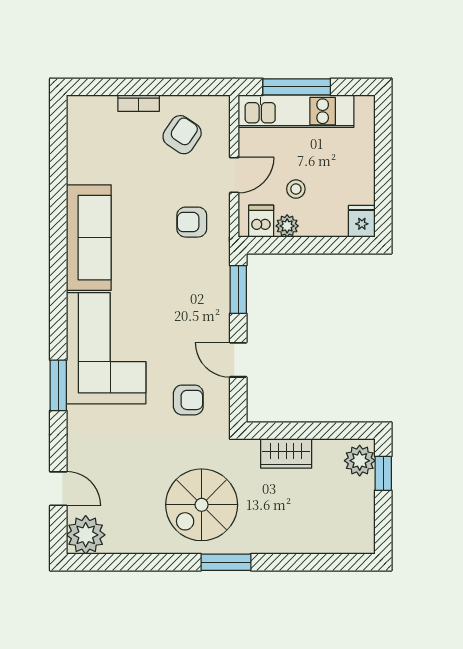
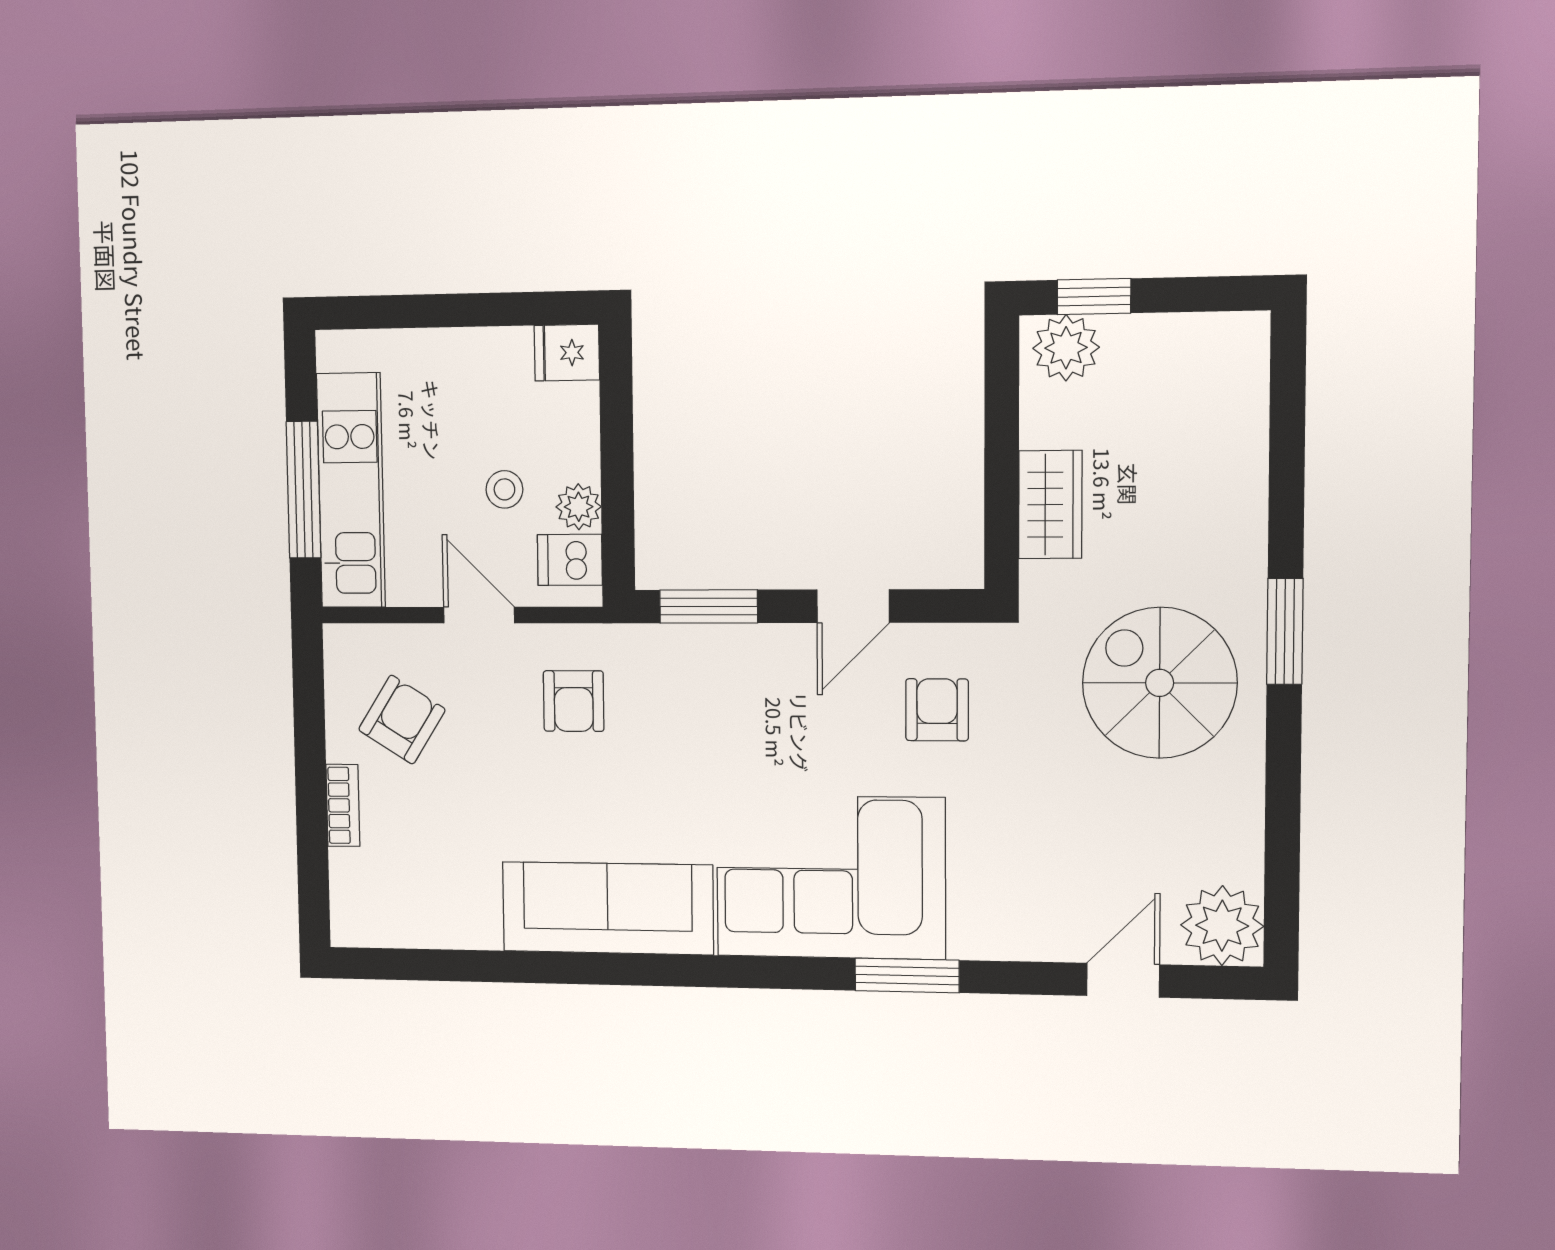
armchair: (182, 135) -> (402, 720), turned 88
spiral stairs: (202, 505) -> (1160, 683), turned 180

